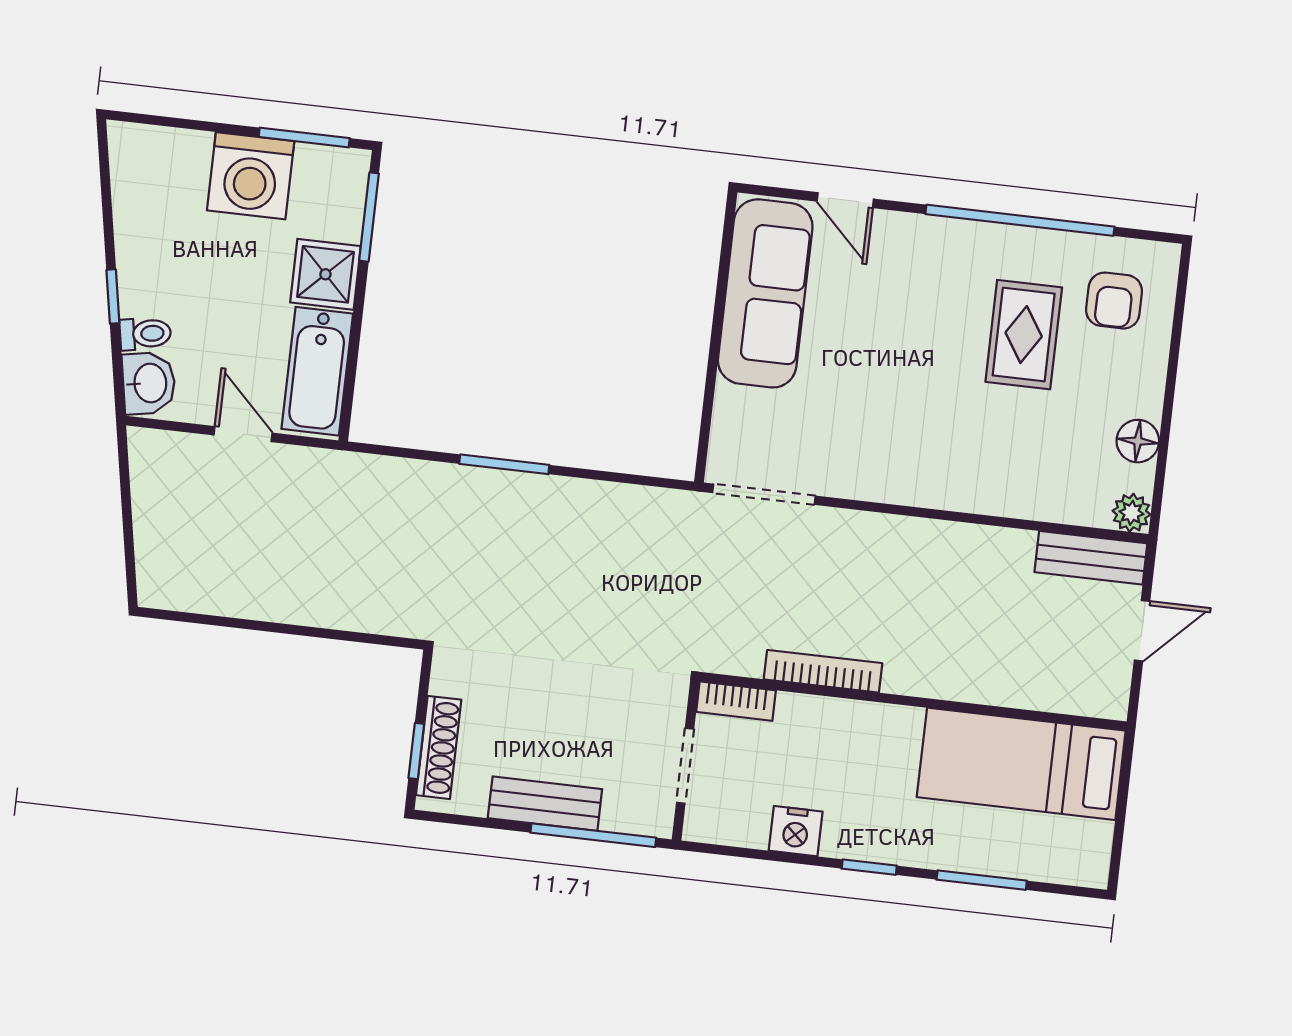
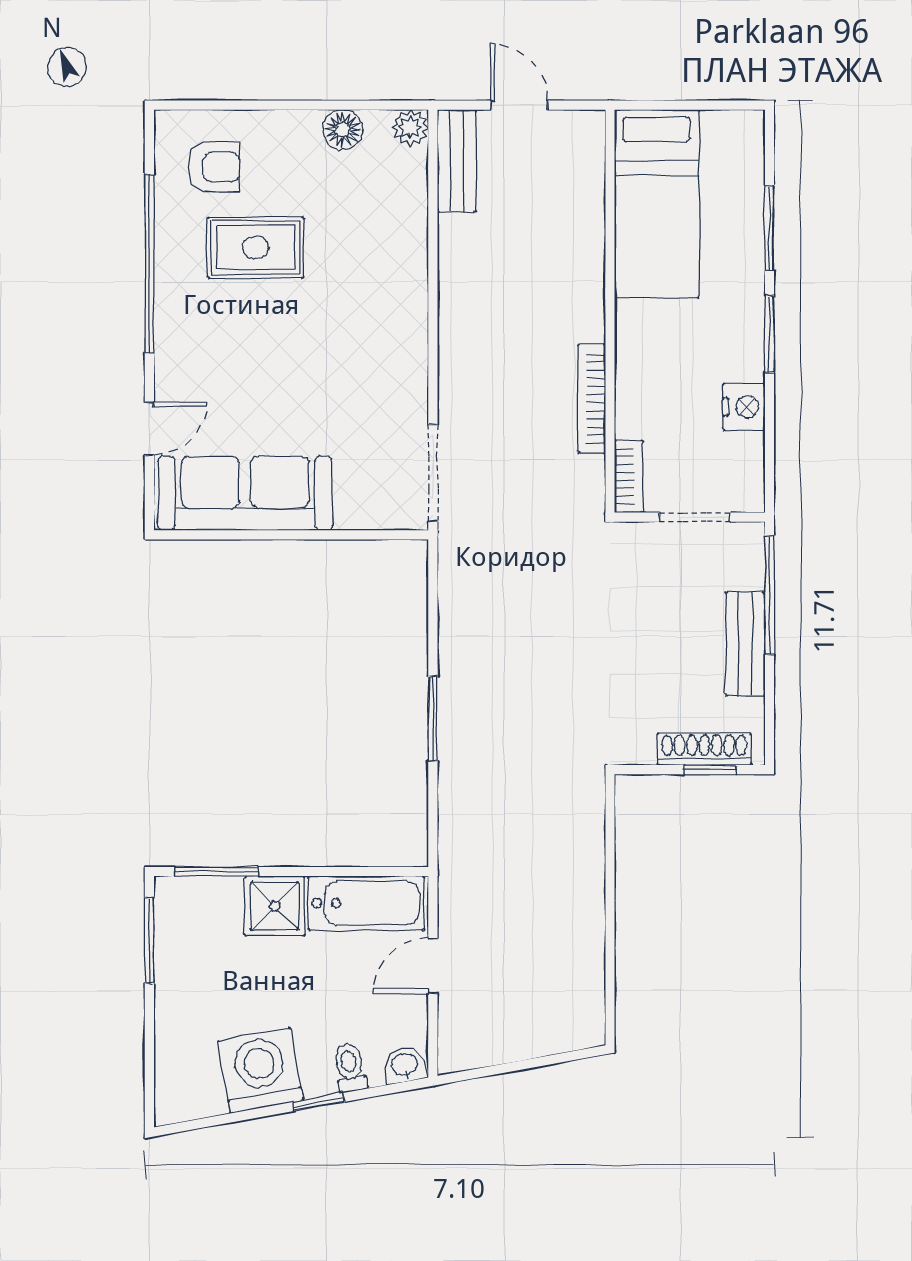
washing machine: (251, 176) -> (260, 1070), moved, turned -100
washbasin: (149, 383) -> (405, 1065), width x0.72, depth x0.69
window: (869, 867) -> (769, 334), width x1.50

